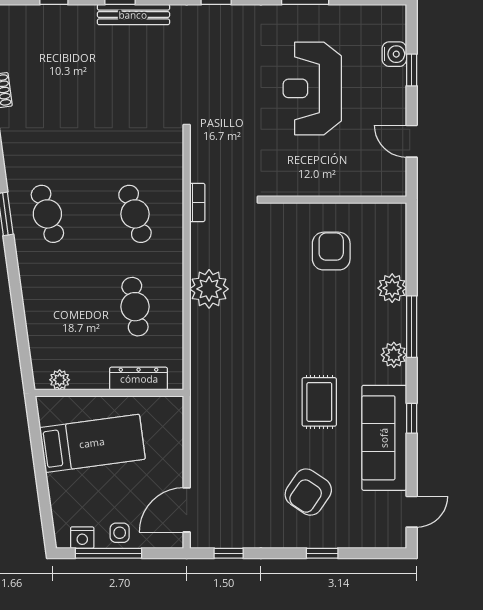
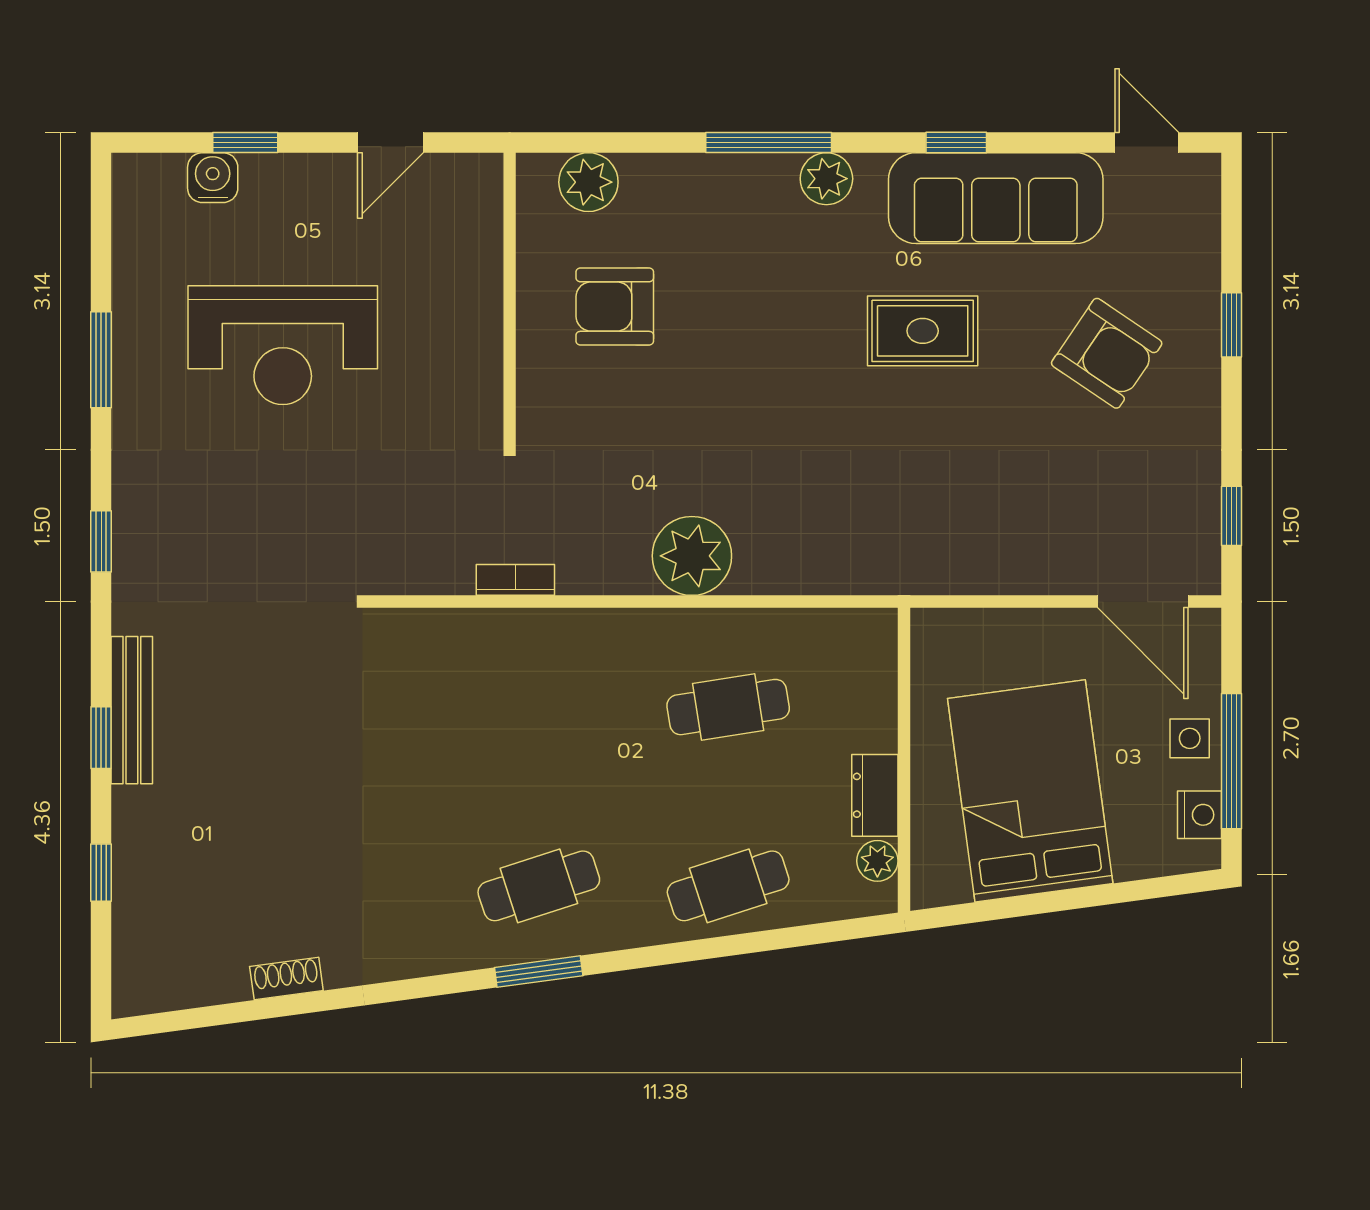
cafe table: (135, 214) -> (728, 886), moved
plant: (392, 288) -> (588, 182), moved
dresser: (139, 379) -> (875, 795), moved, width x0.70
bed: (92, 443) -> (1030, 791), width x1.50

